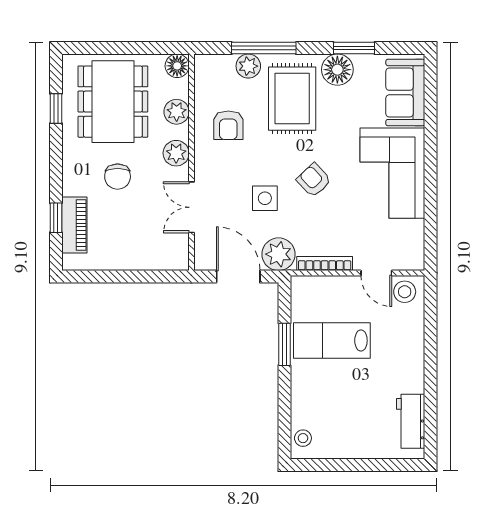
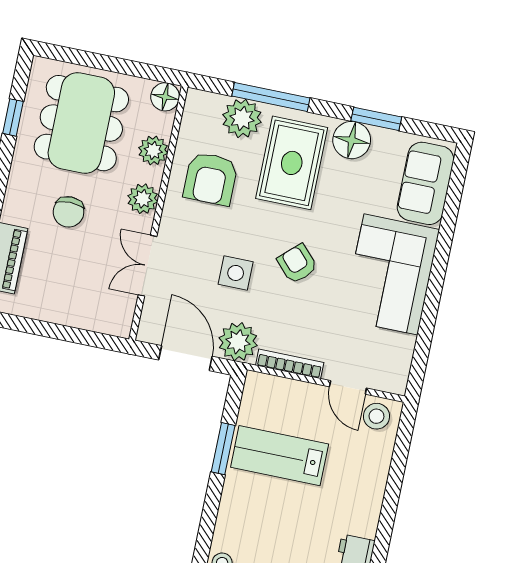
plant: (248, 66) -> (242, 118), width x1.36, depth x1.36
armchair: (228, 125) -> (211, 179), width x1.38, depth x1.38

